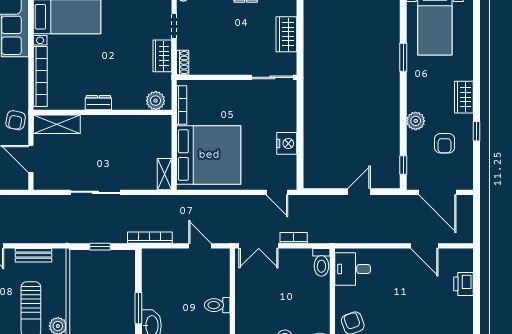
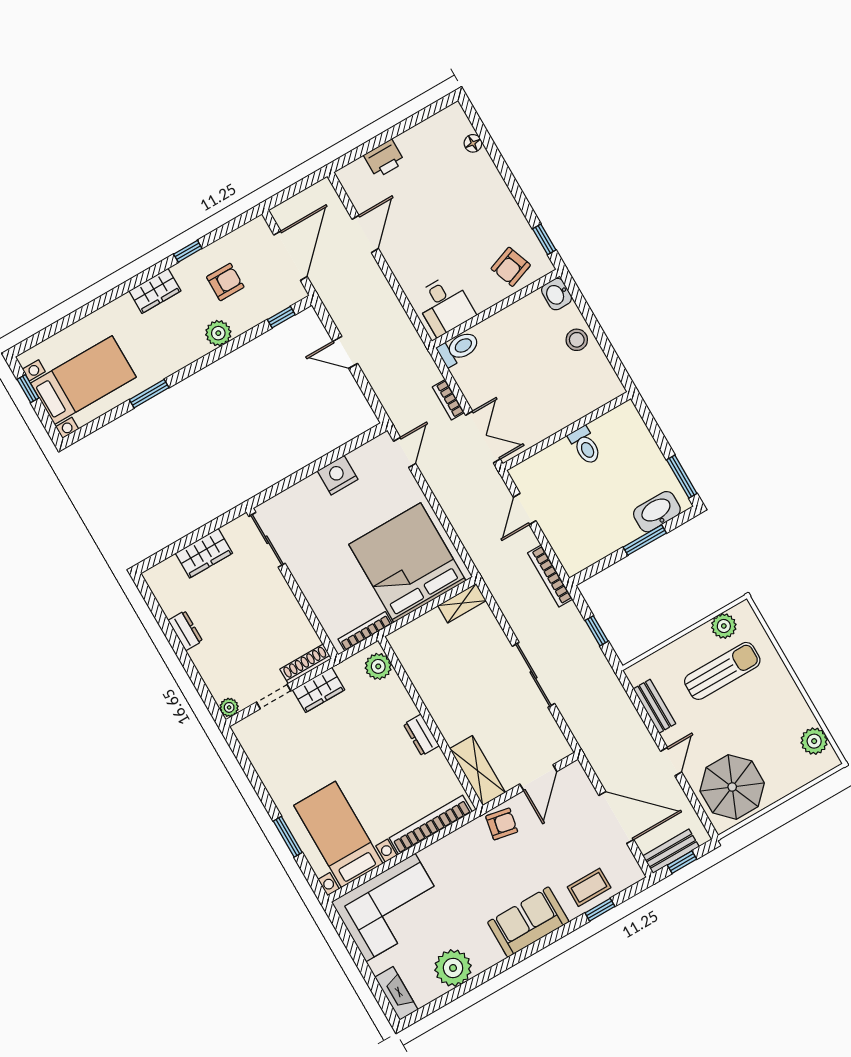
shoe rack: (183, 63) -> (306, 664), width x1.43

